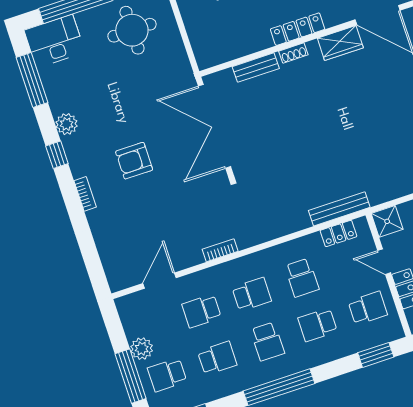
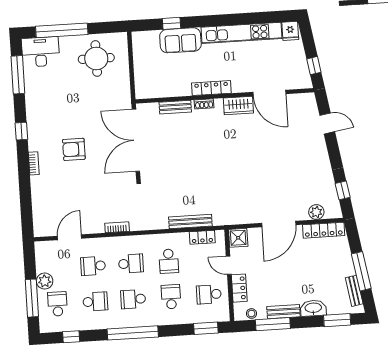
plant: (67, 124) -> (34, 112), removed
bench: (339, 209) -> (190, 221), moved
school desk: (368, 308) -> (209, 294), turned 180
school desk: (318, 325) -> (171, 297), turned 90
school desk: (267, 341) -> (133, 299), turned 90
school desk: (167, 375) -> (57, 304), turned 90

